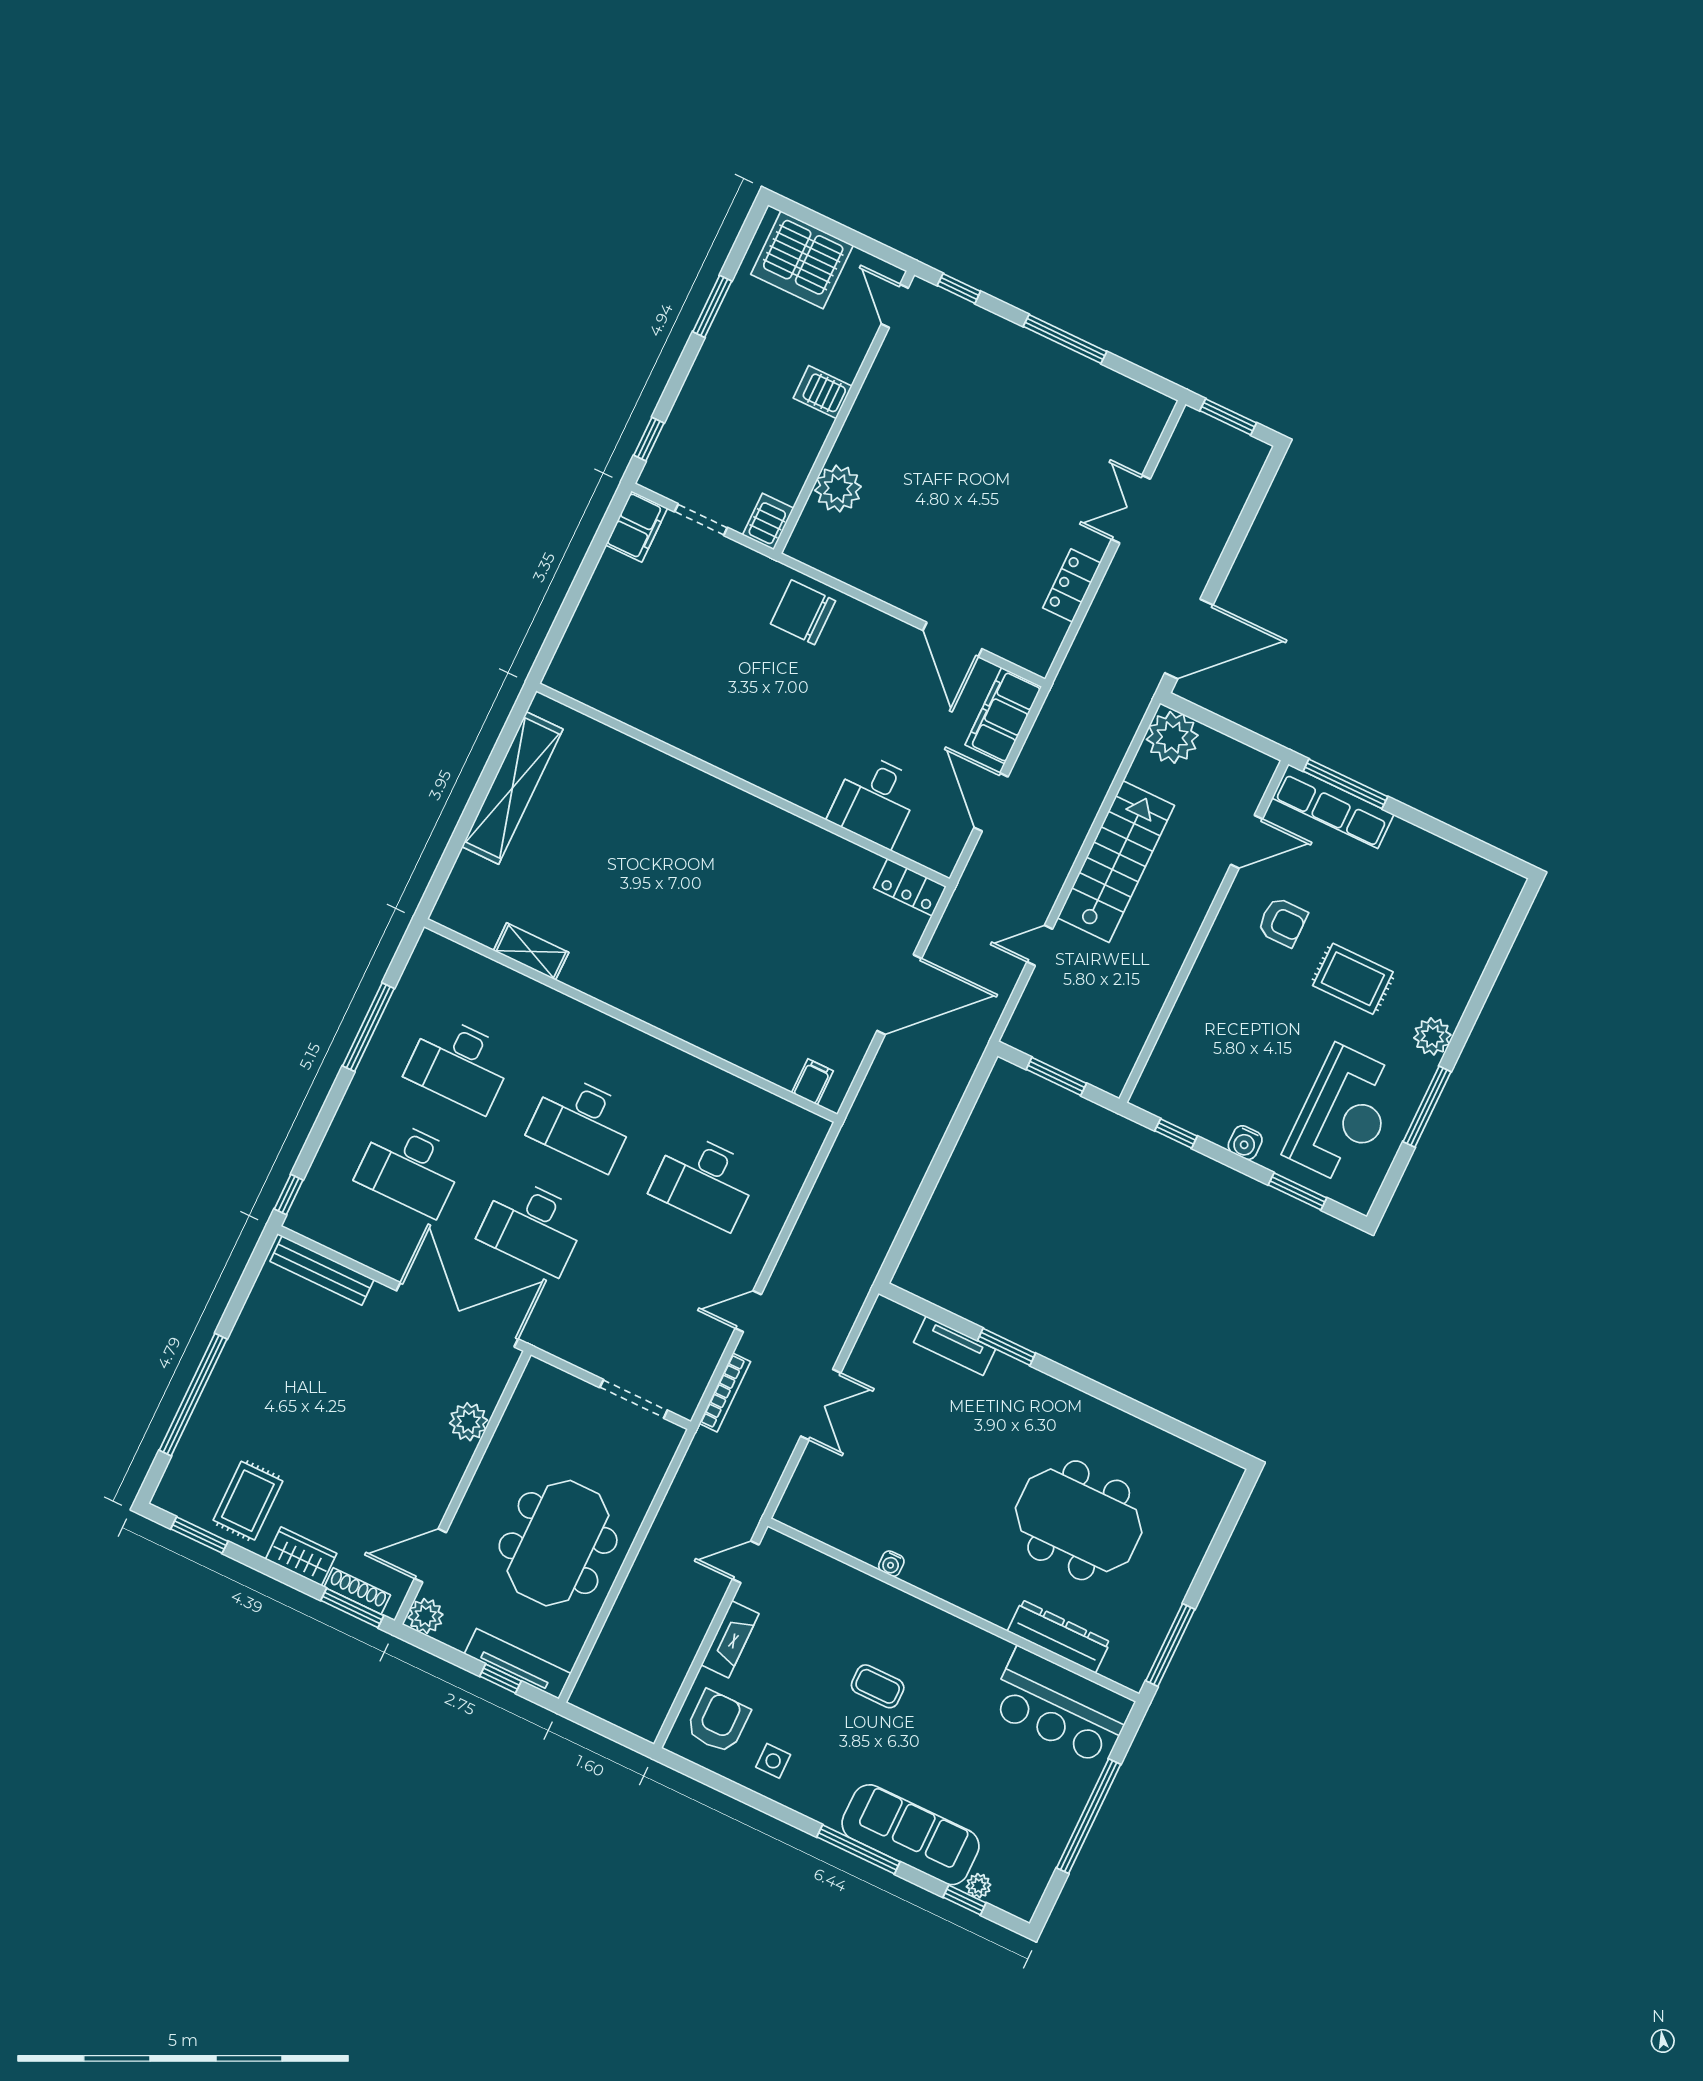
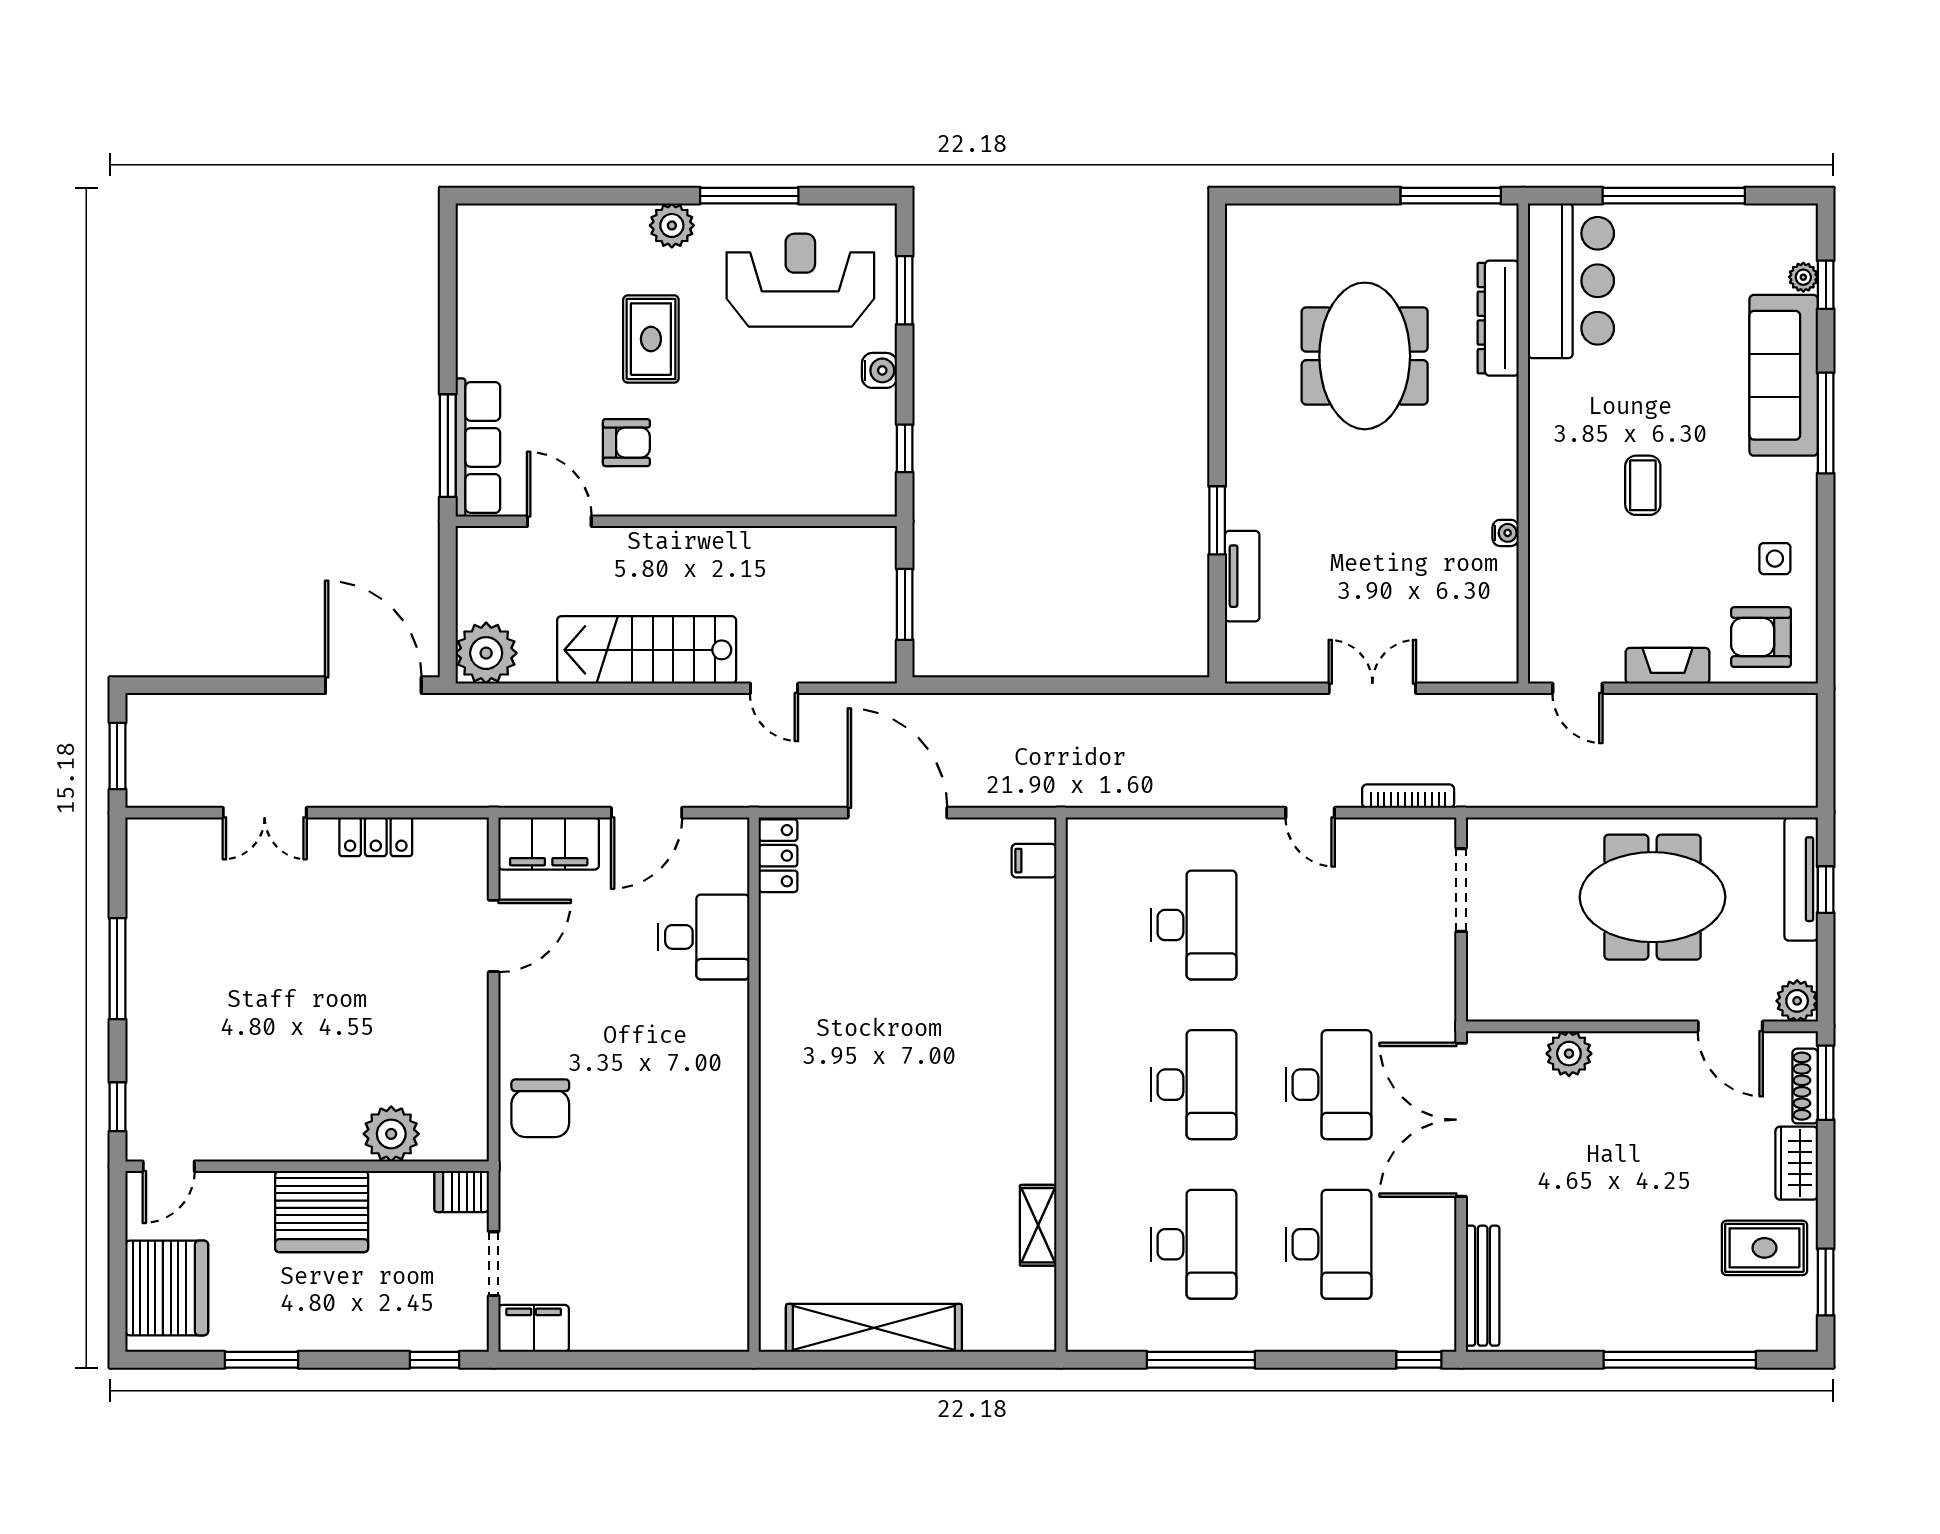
server rack: (823, 392) -> (322, 1212), width x2.18, depth x1.44
armchair: (1282, 922) -> (626, 443), turned 90

